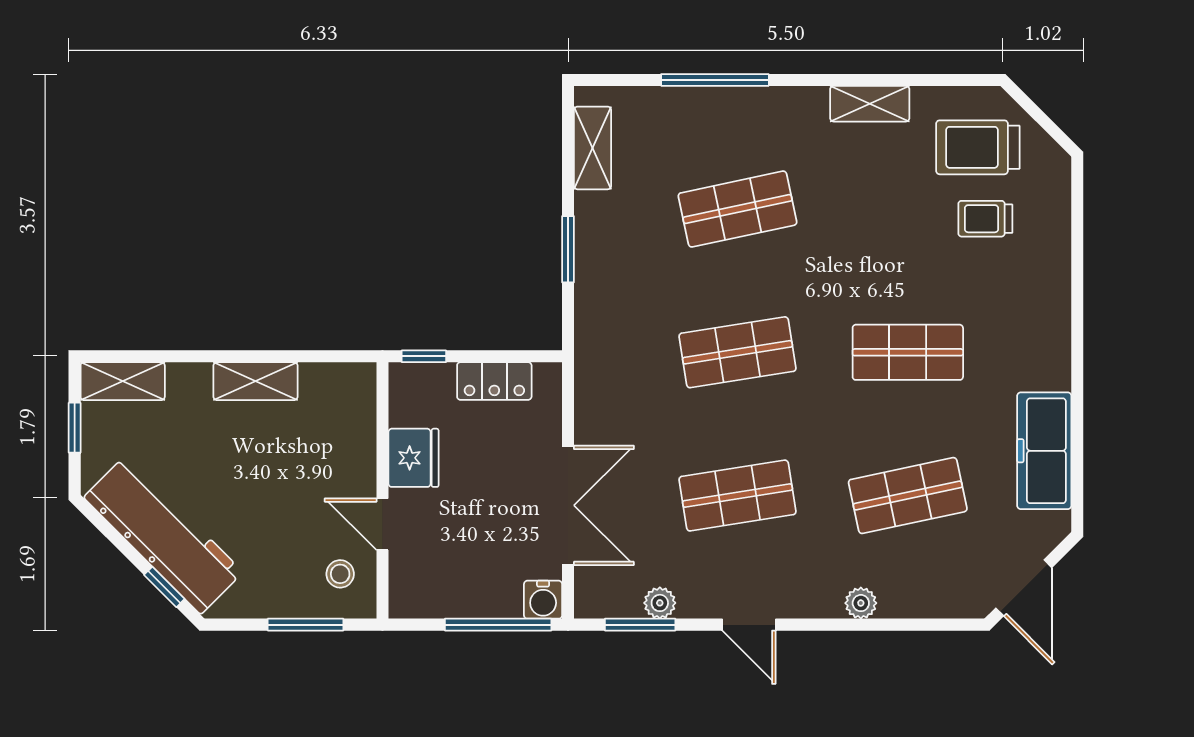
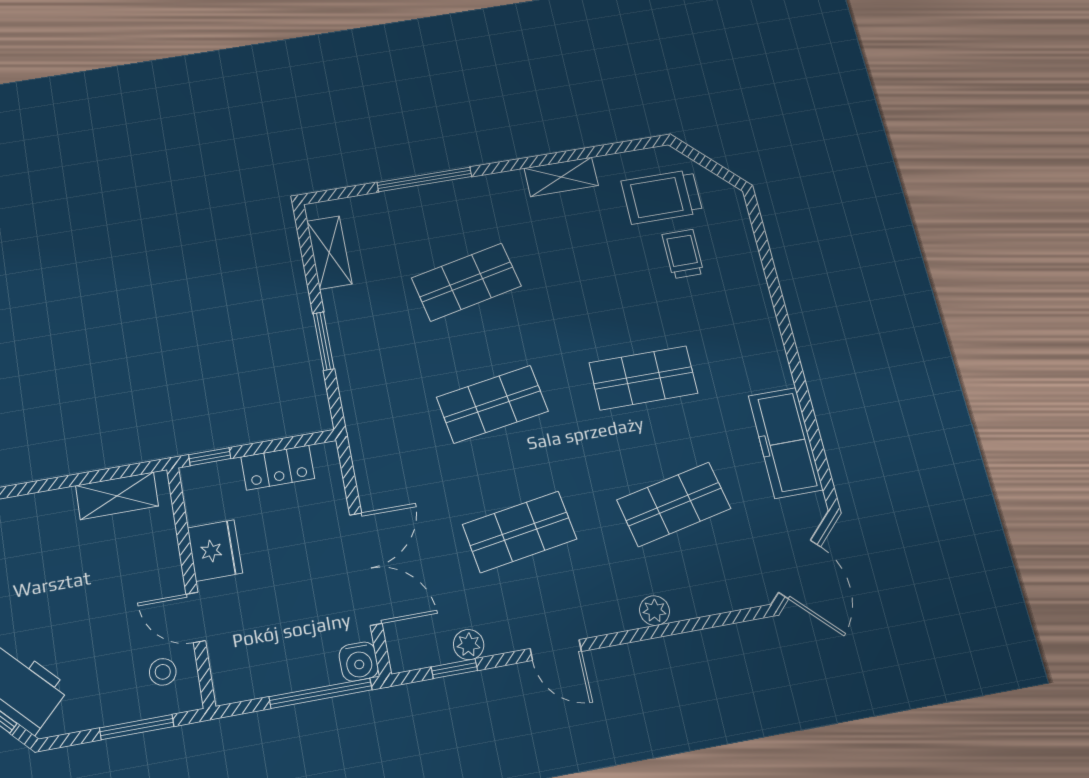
trolley: (985, 219) -> (683, 254), turned 90
shelving: (255, 381) -> (117, 496), moved
window: (640, 625) -> (454, 669), width x0.67

